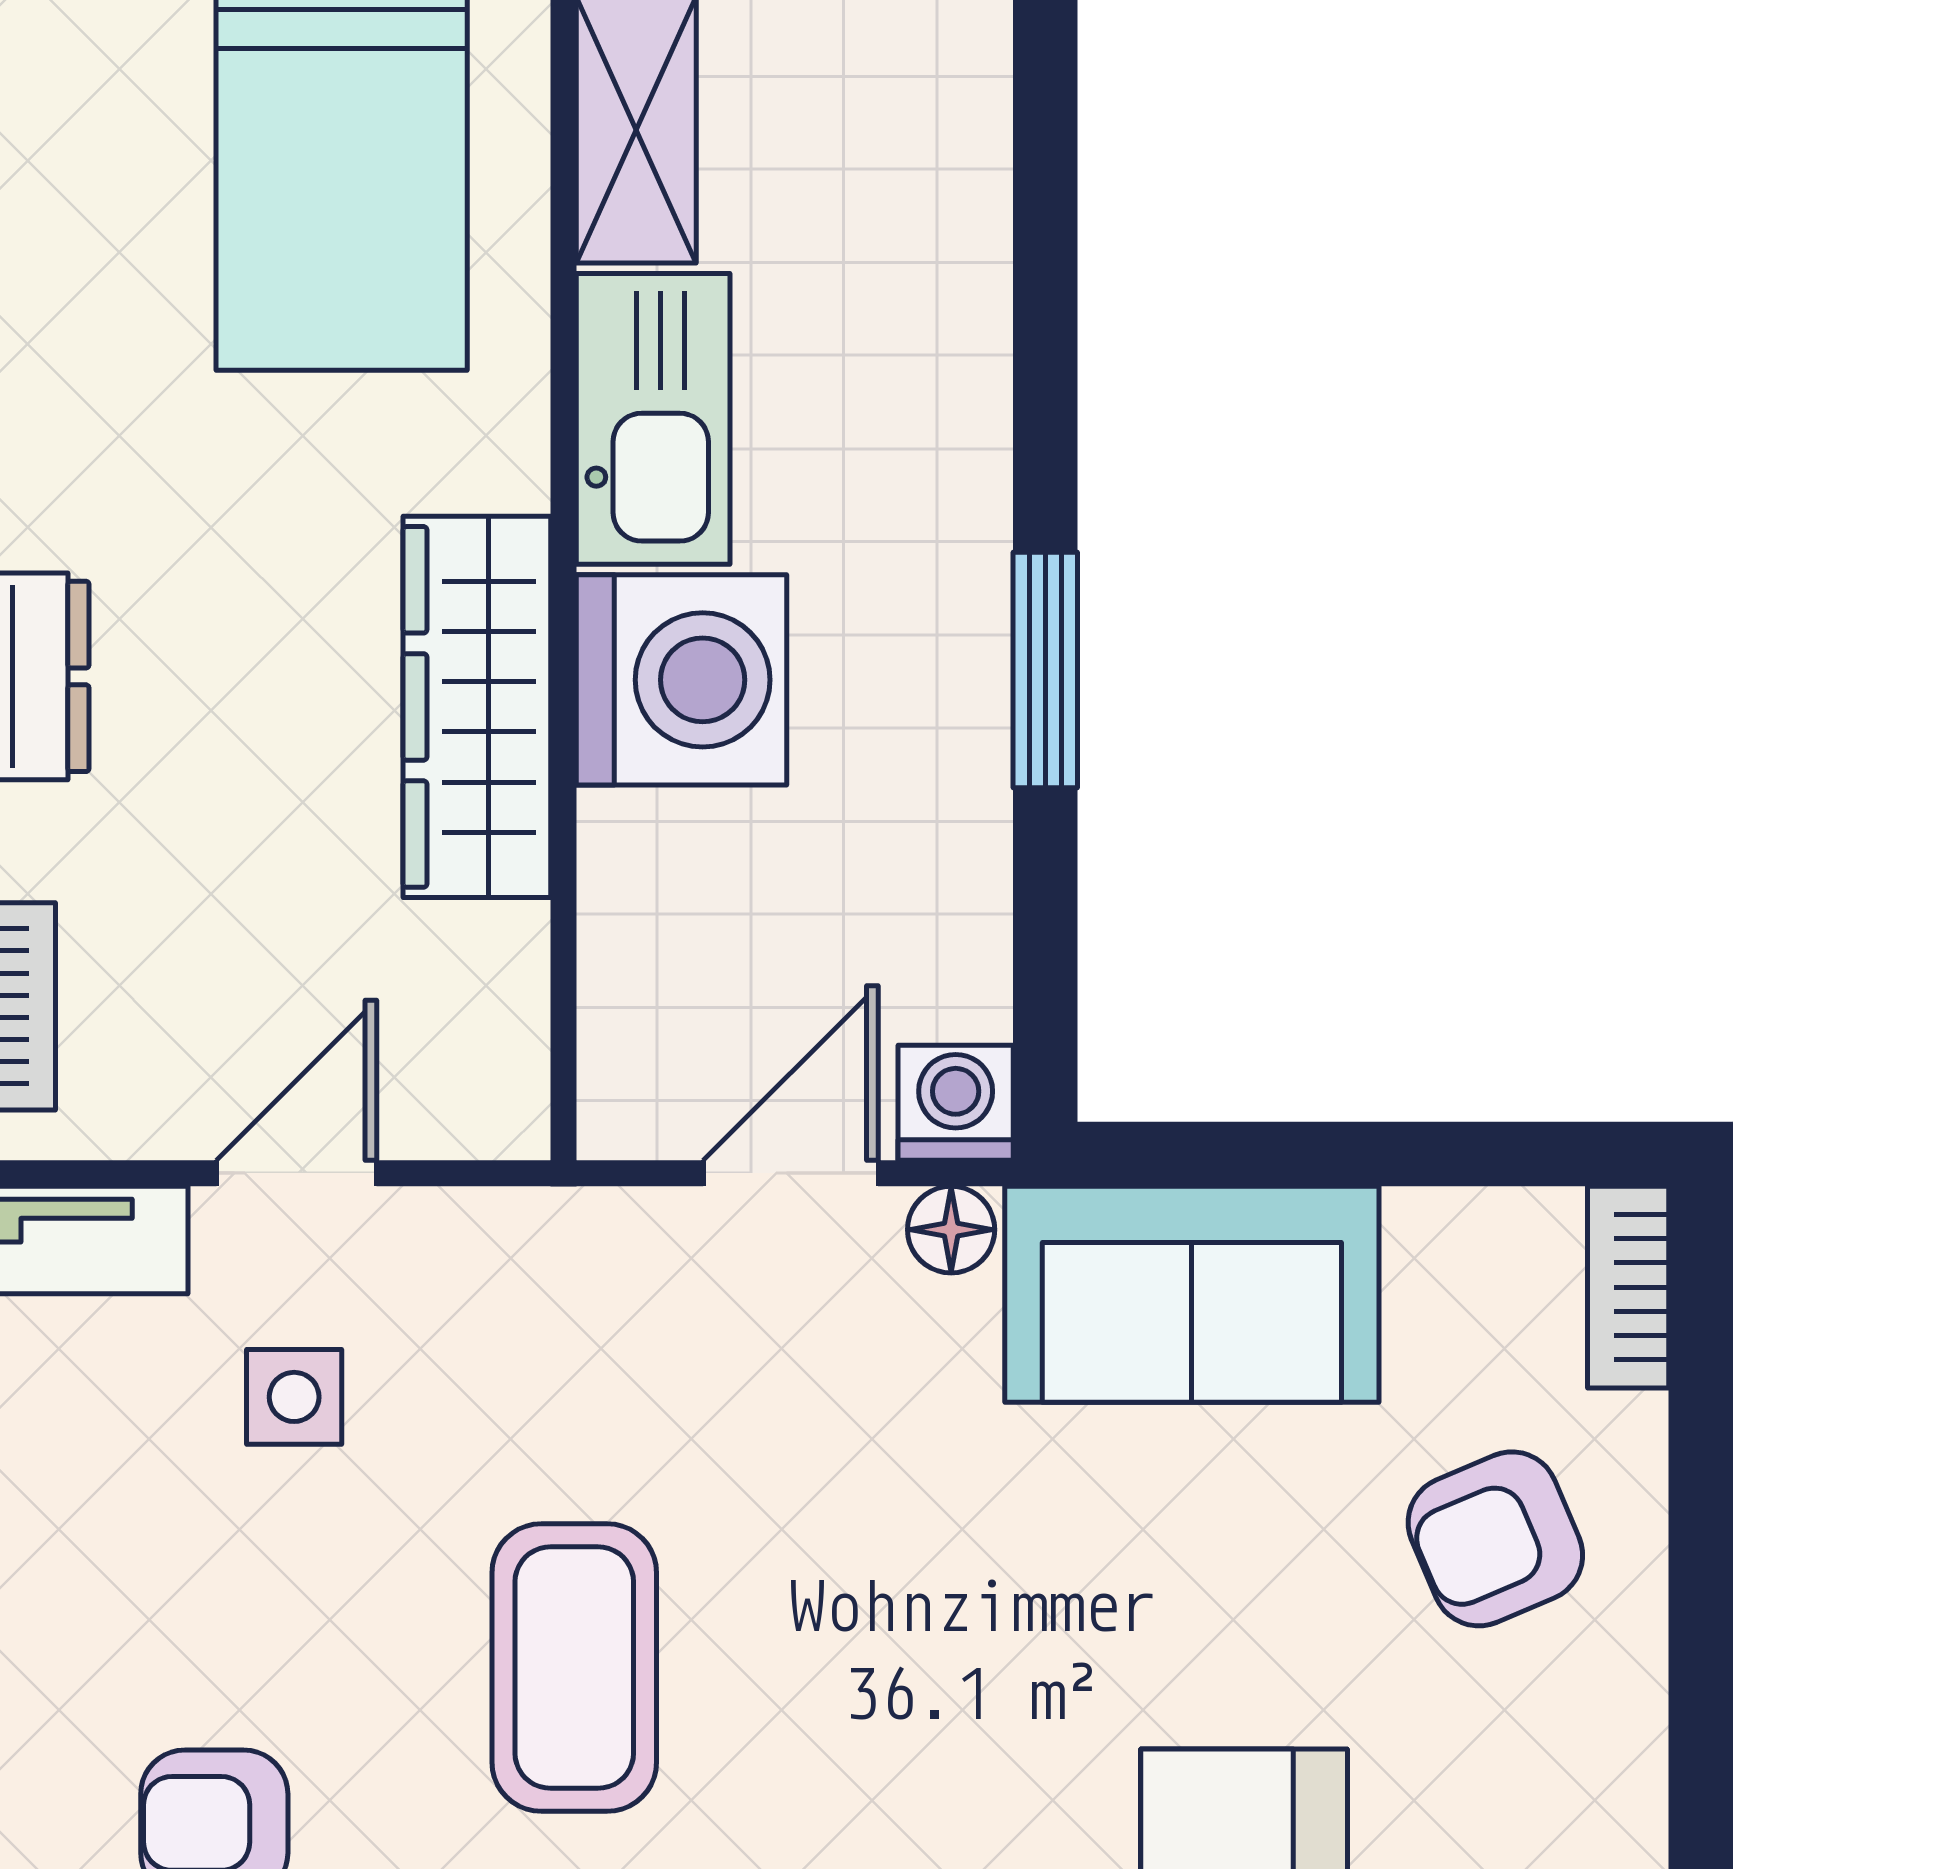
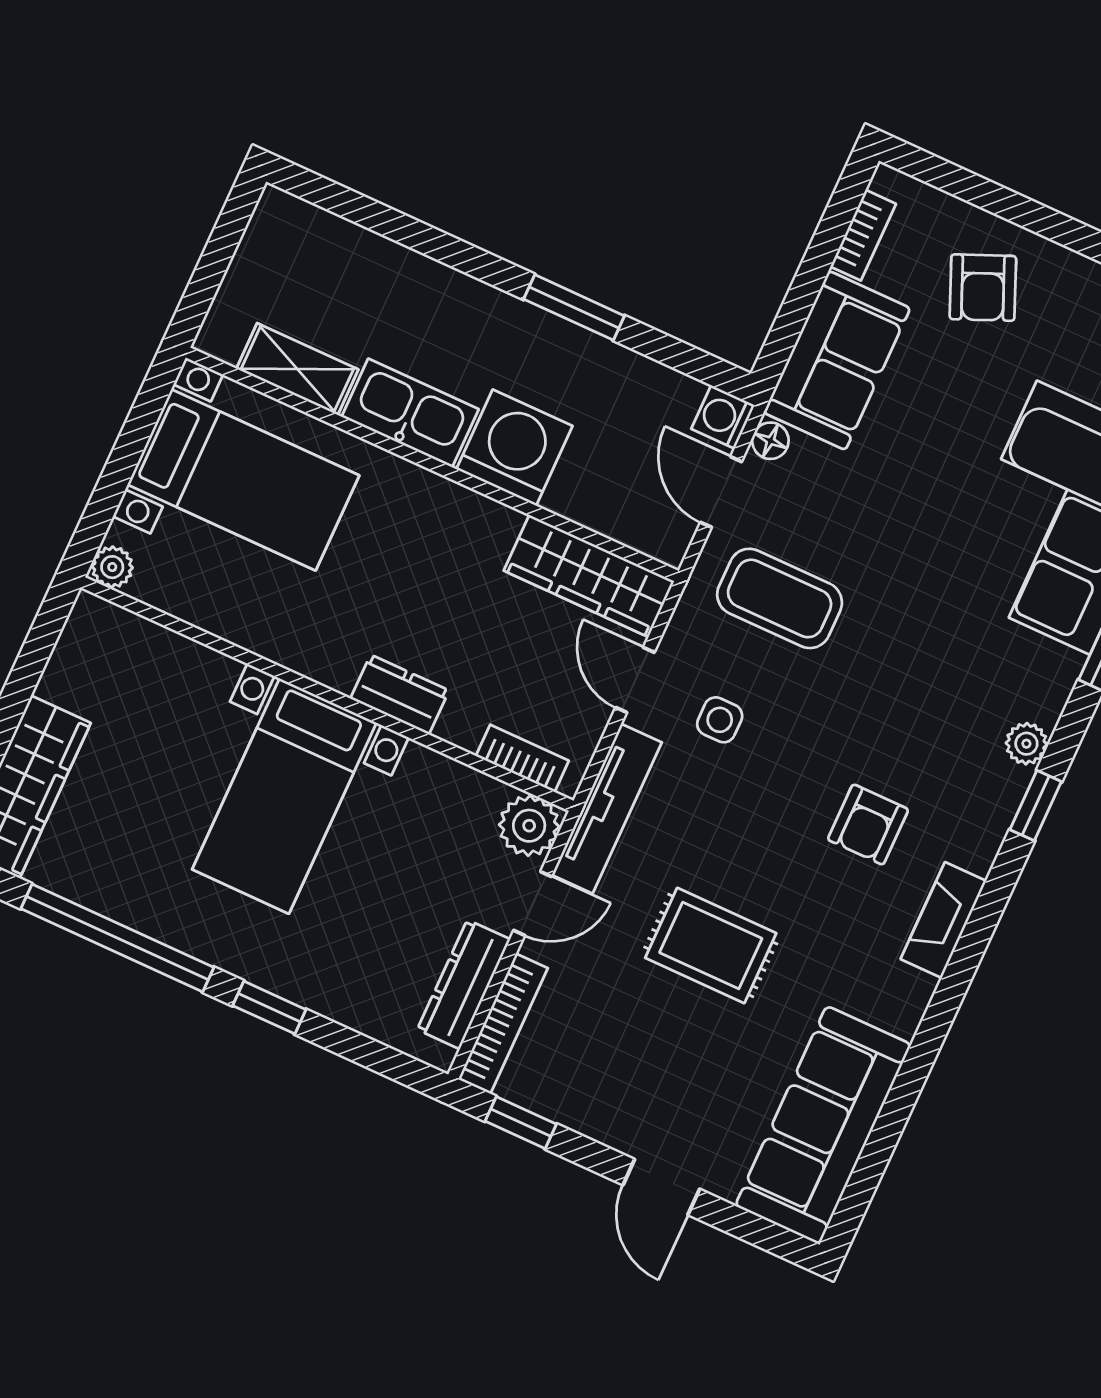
wardrobe: (477, 707) -> (589, 576), moved
bookcase: (1628, 1287) -> (863, 235), moved, turned -90
coffee table: (574, 1668) -> (780, 598), moved

